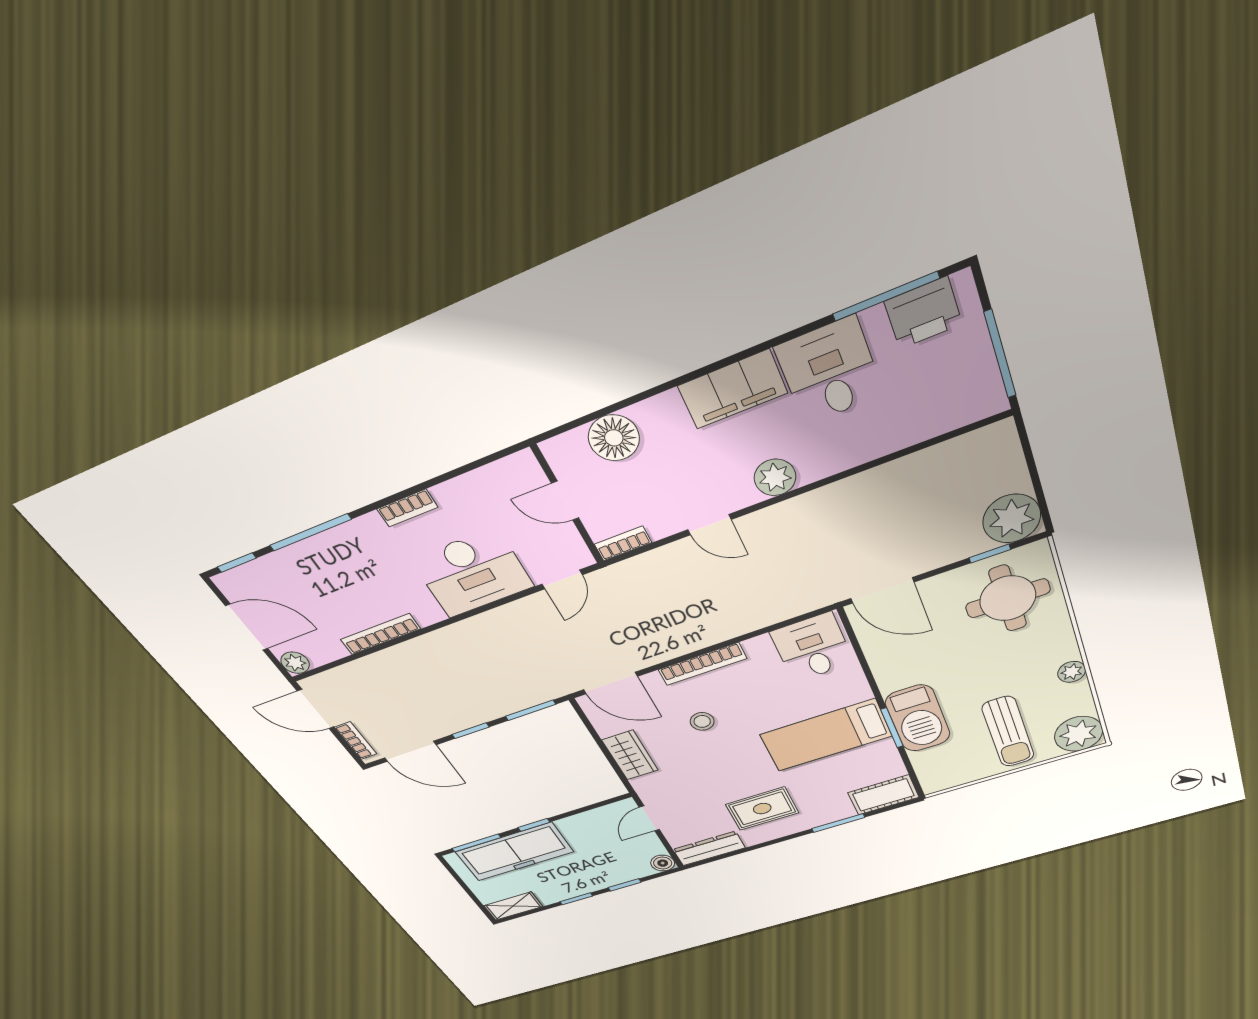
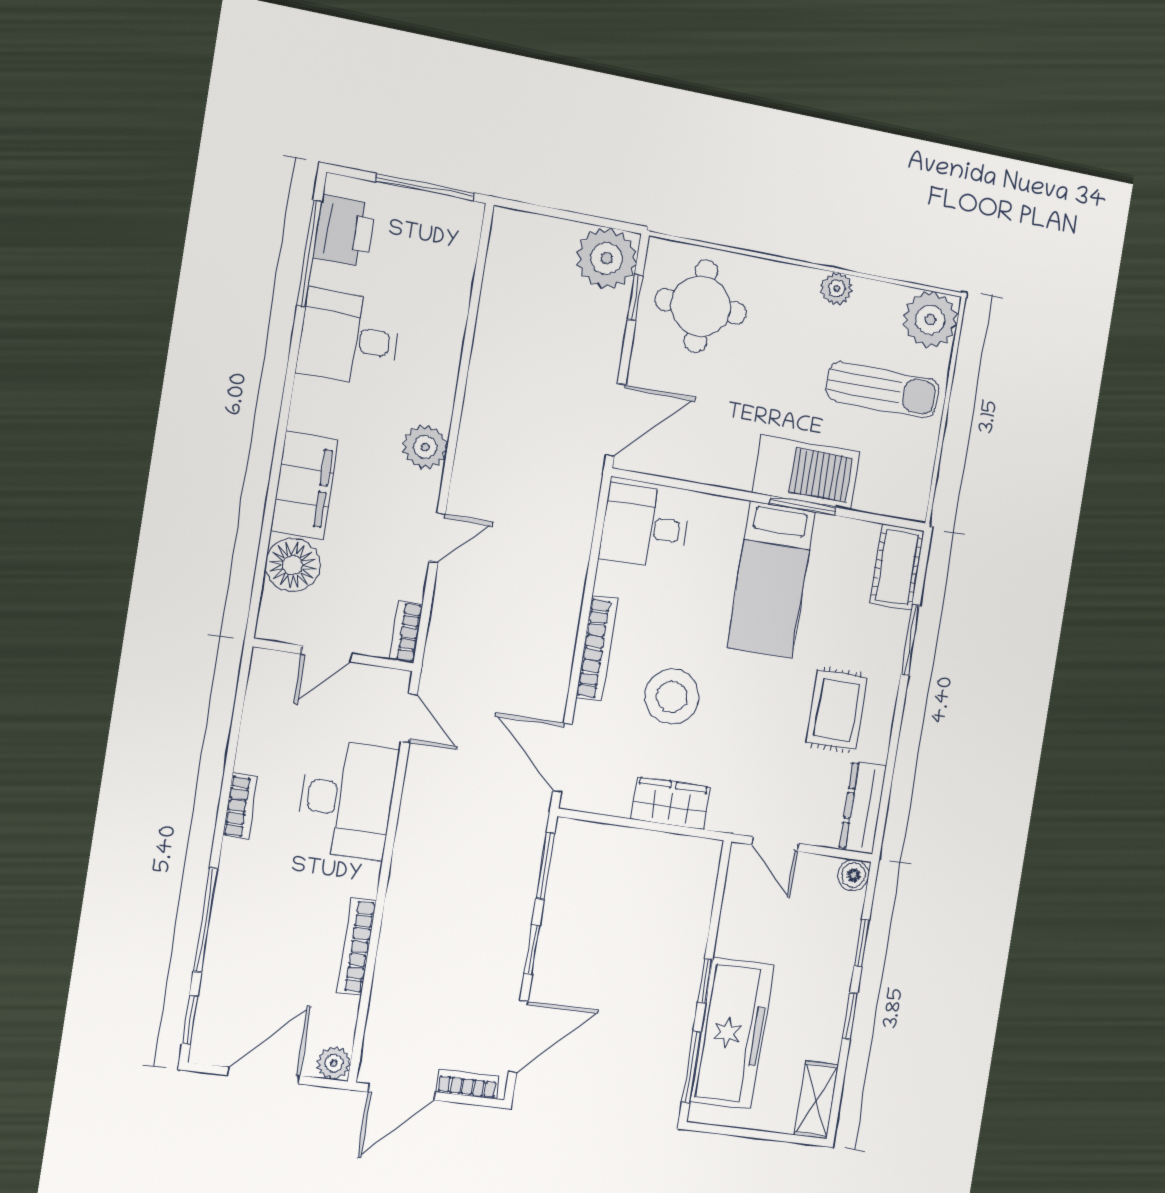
filing cabinet: (733, 389) -> (304, 485), moved
door: (610, 683) -> (562, 758), swing flipped
stool: (702, 721) -> (672, 697), width x1.89, depth x1.89

